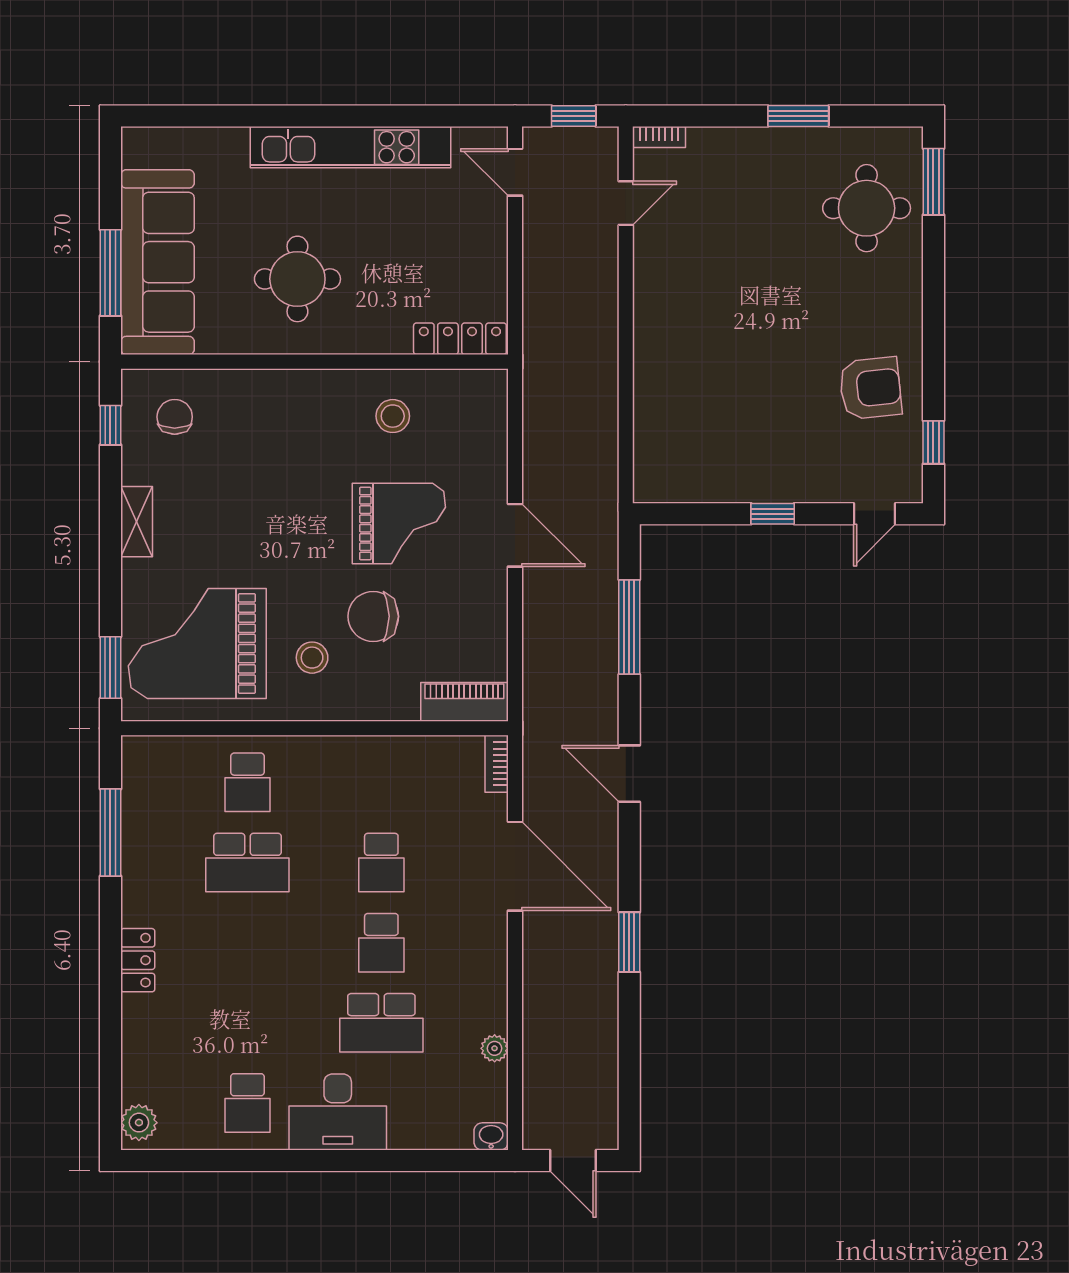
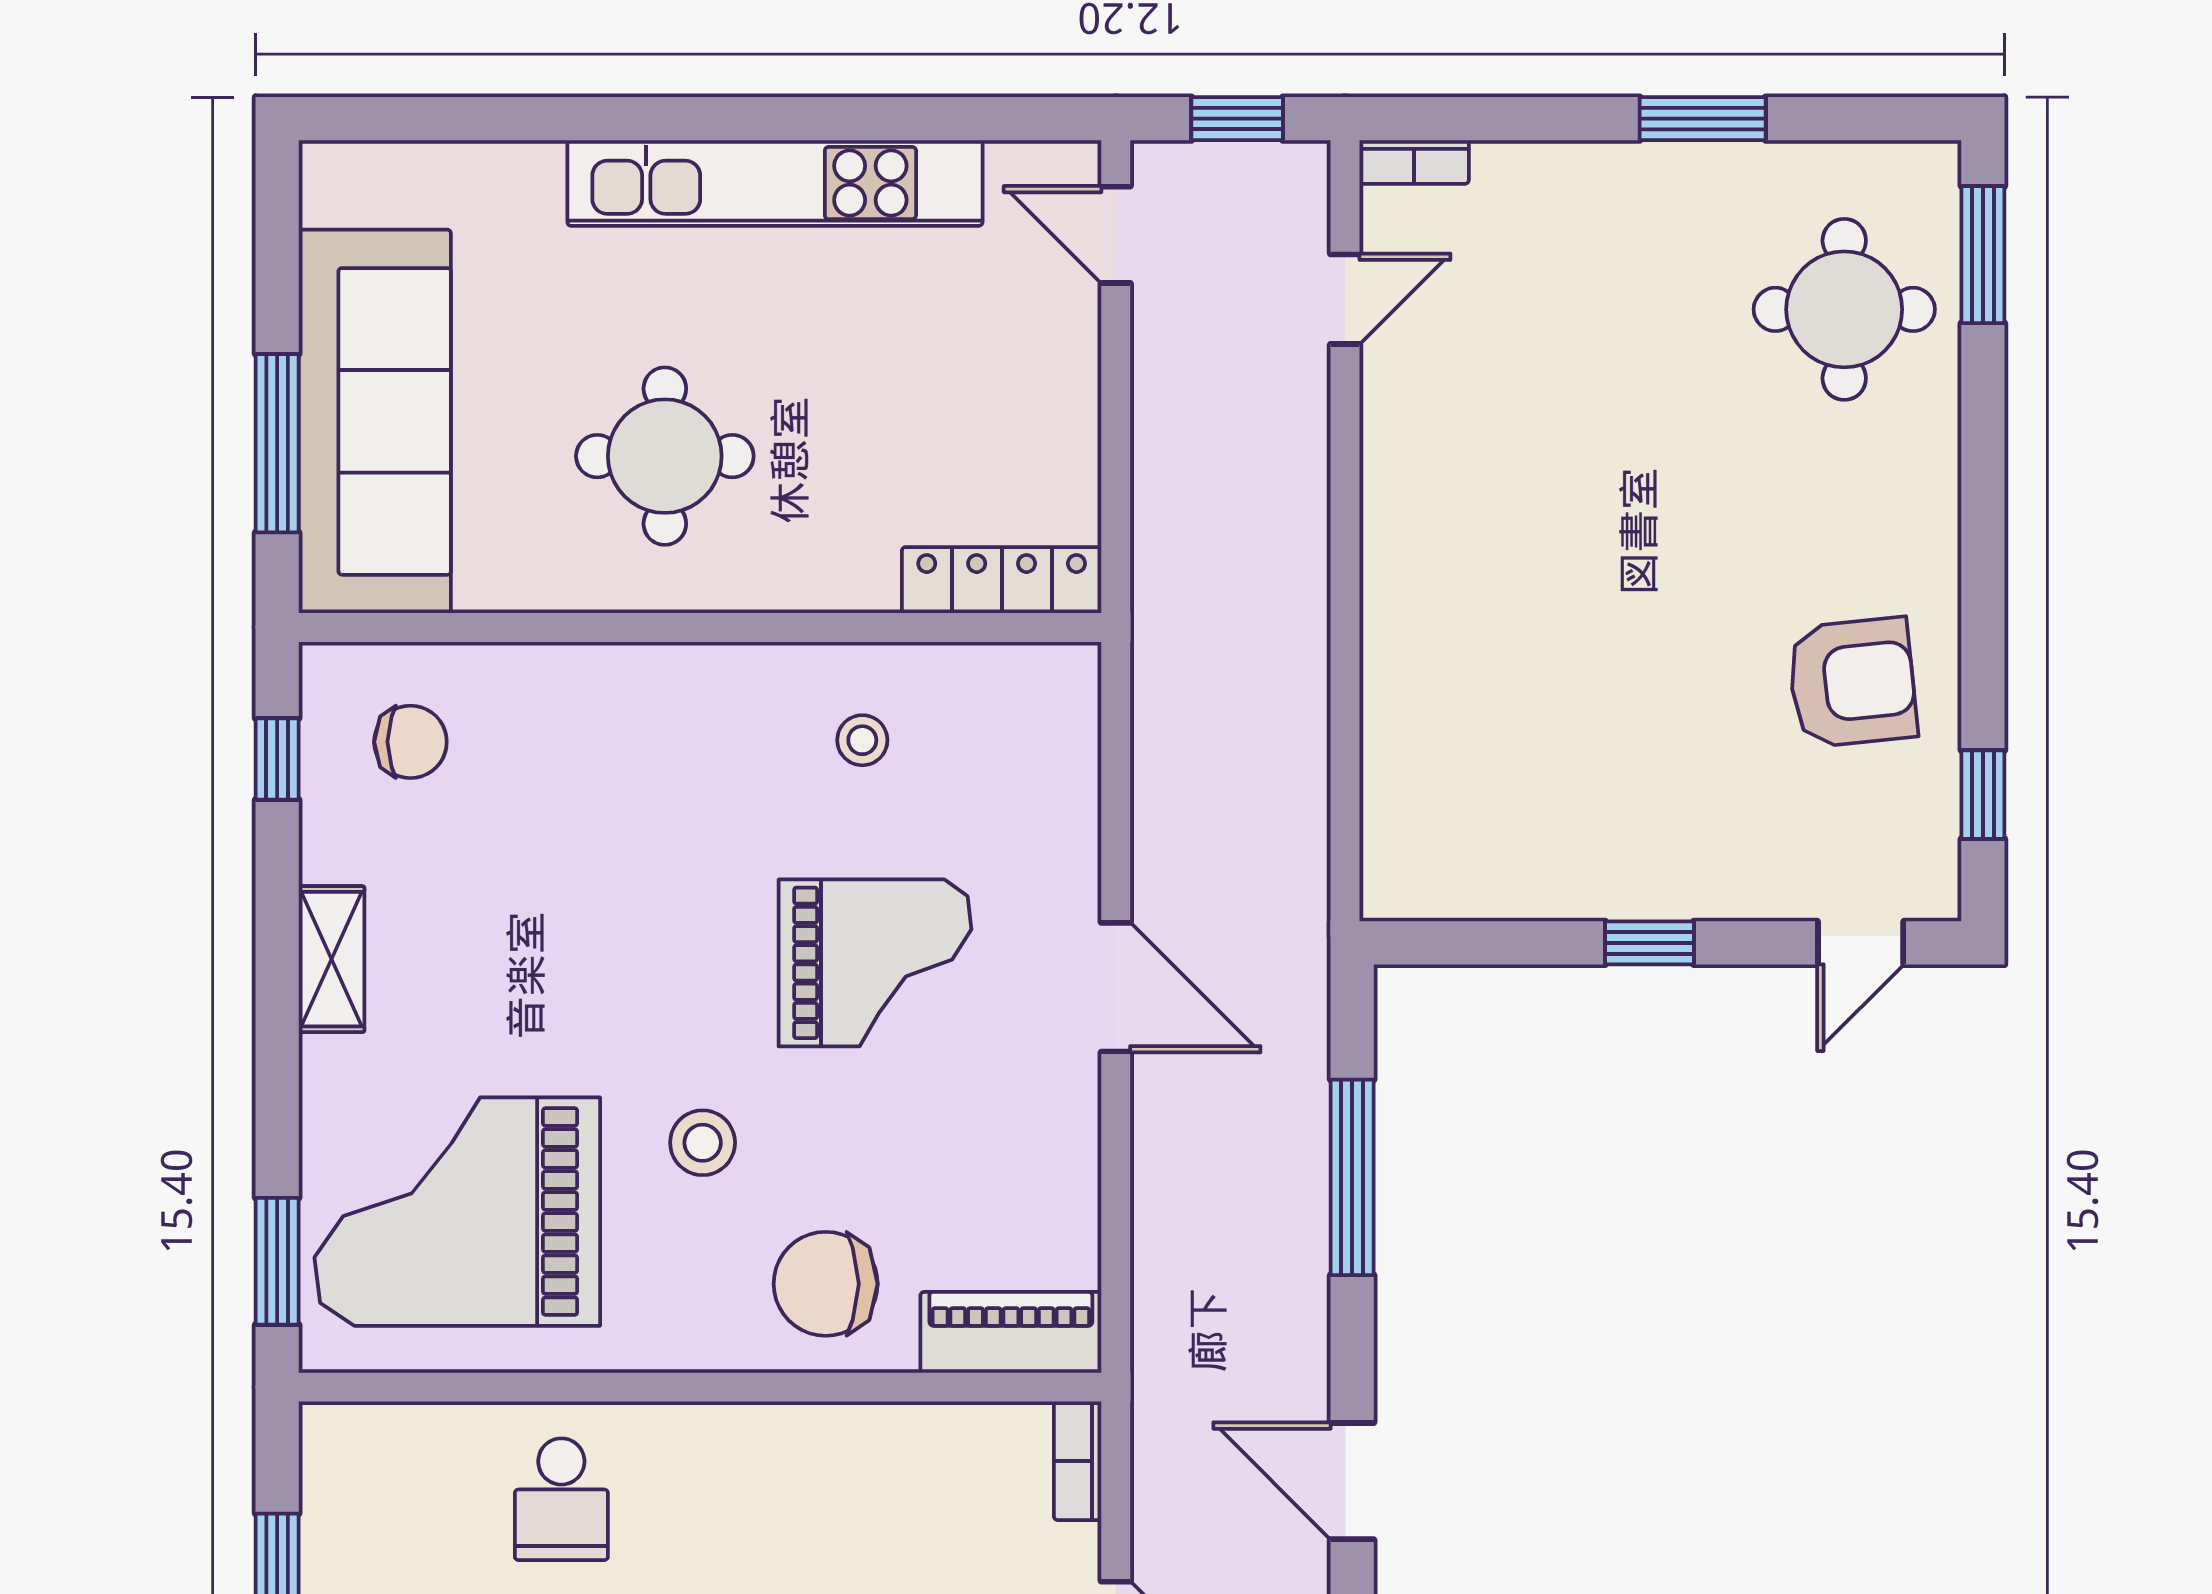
stool: (393, 416) -> (862, 740), width x0.73, depth x0.73
chair: (175, 417) -> (410, 742), turned 90
chair: (373, 616) -> (826, 1284), moved
stool: (312, 658) -> (703, 1143), moved

